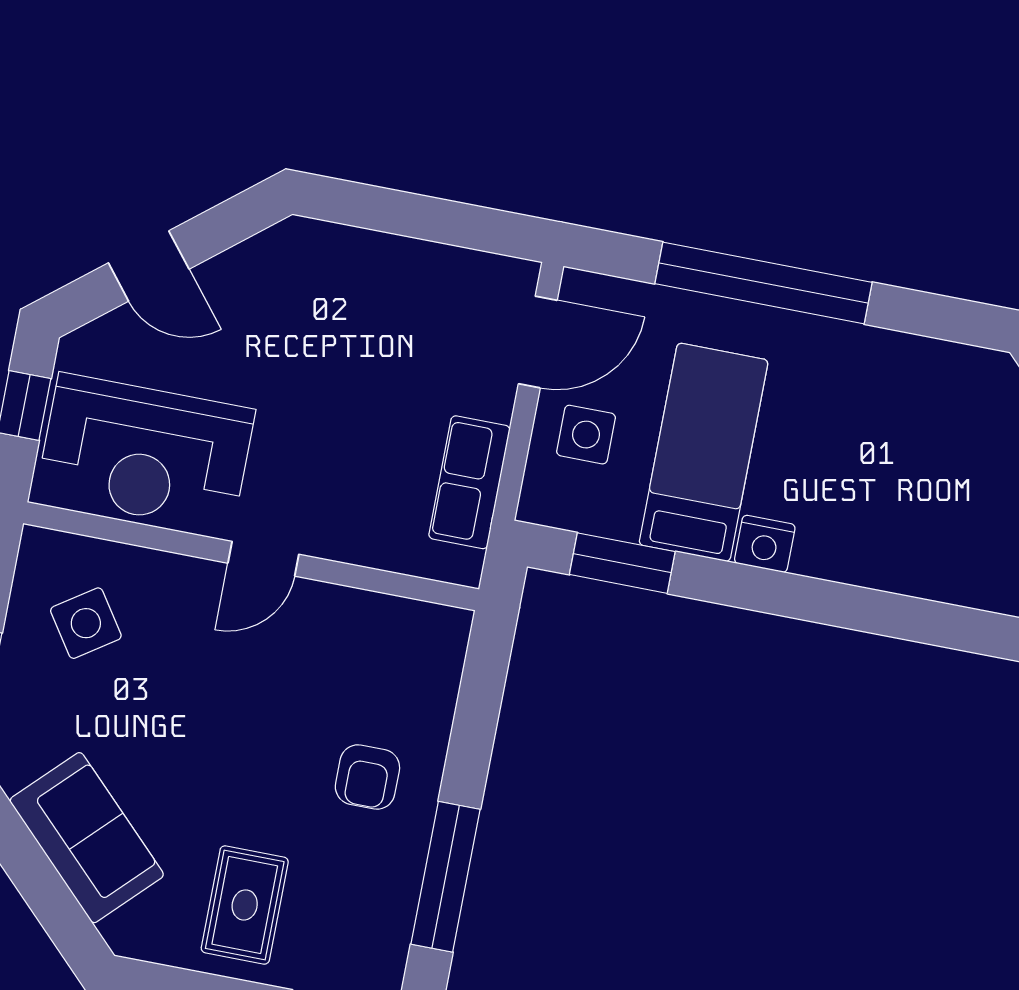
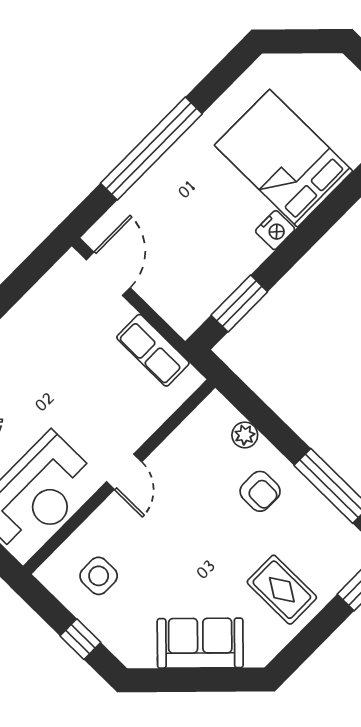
side table: (586, 435) -> (167, 280), removed
bed: (704, 452) -> (284, 158), moved, width x1.50
side table: (86, 623) -> (99, 576), turned 34
plant: (435, 700) -> (245, 435), added

